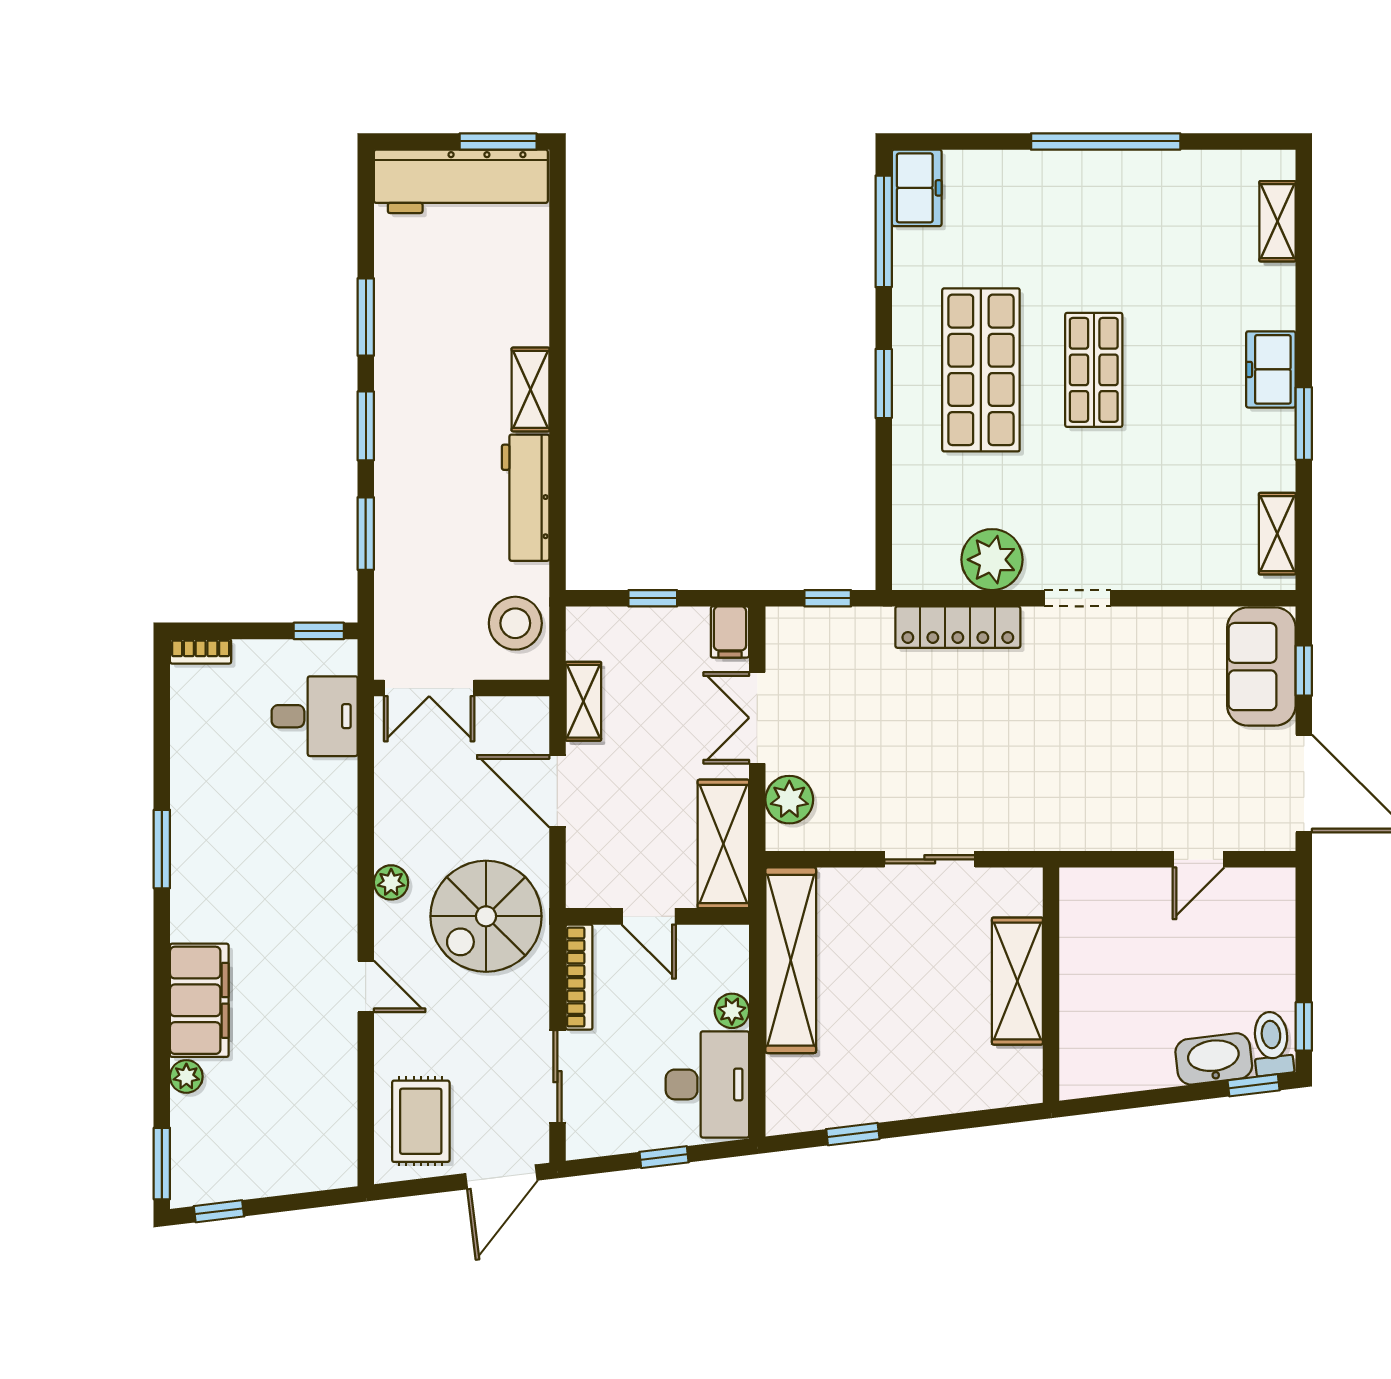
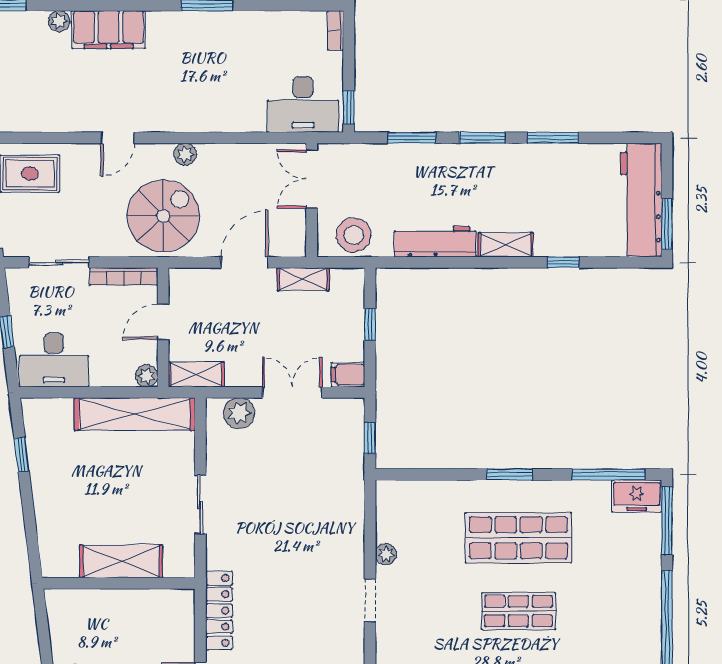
window: (955, 141) -> (667, 521), added
window: (557, 301) -> (563, 262), added
plant: (992, 560) -> (386, 554), width x0.53, depth x0.53
locker: (958, 627) -> (219, 610), moved, turned 180
desk: (315, 716) -> (303, 105), width x1.37
shelving: (723, 844) -> (196, 374), width x0.67, depth x0.75
spiral stairs: (486, 916) -> (163, 216), turned 90
plant: (732, 1011) -> (147, 376), moved

